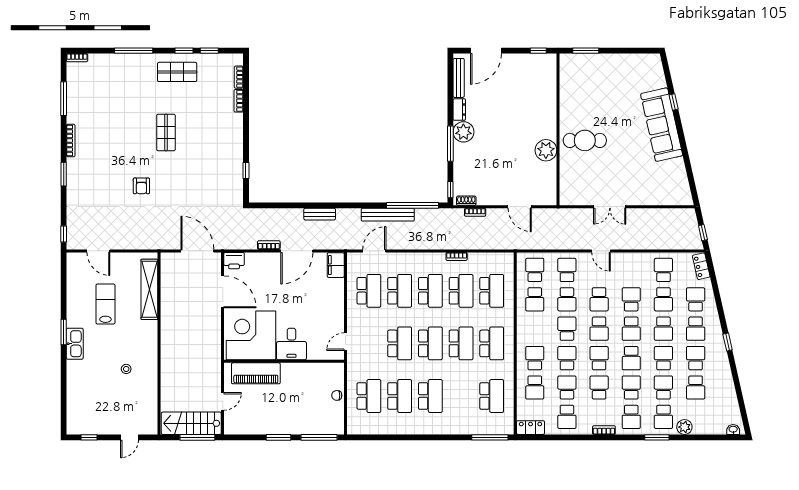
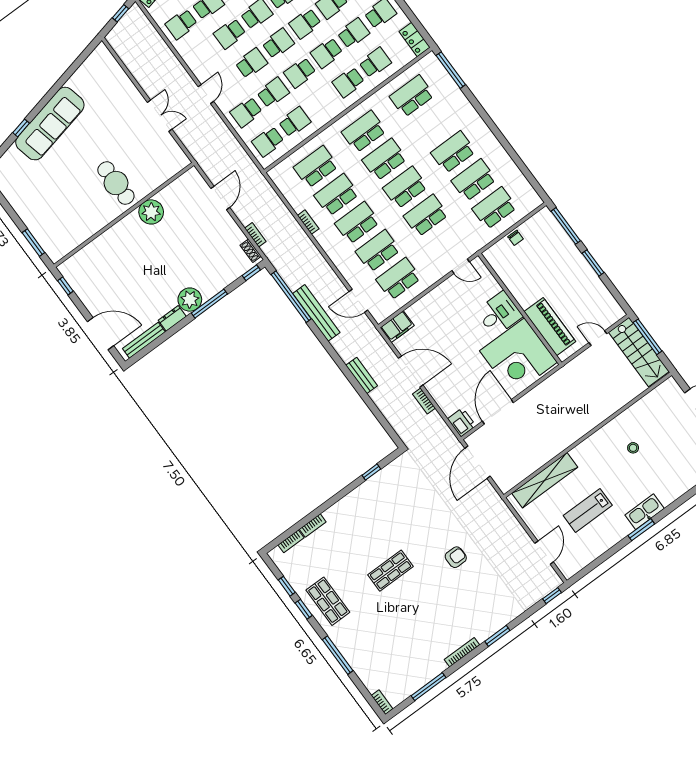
school desk: (567, 388) -> (353, 33), turned 180

